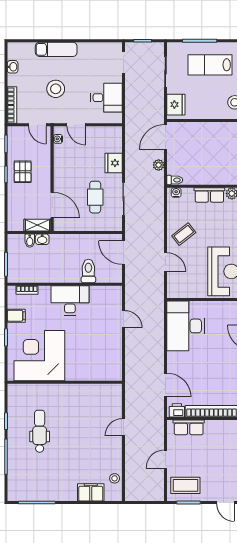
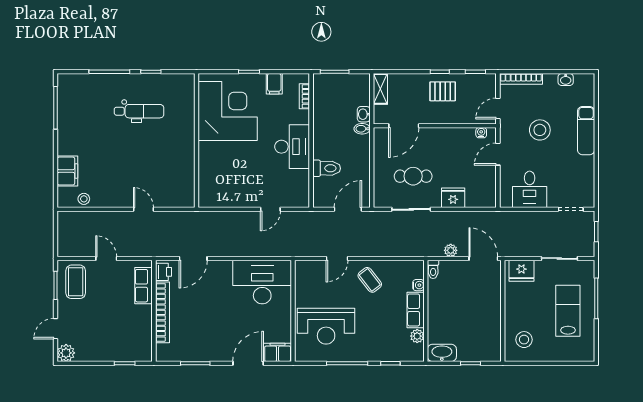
water cooler: (176, 193) -> (418, 285), moved
shelving: (37, 225) -> (380, 89), moved
bidet: (30, 241) -> (362, 129), moved

